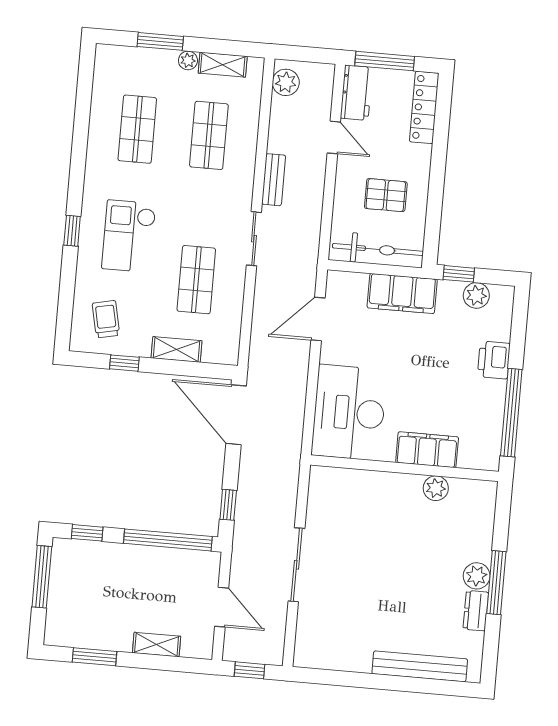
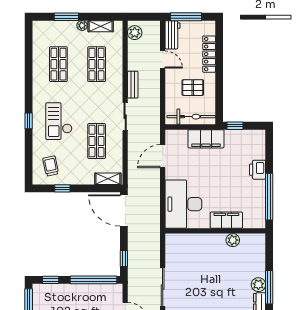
locker: (424, 107) -> (209, 54), moved
plant: (476, 295) -> (245, 136), removed
shelving: (177, 349) -> (108, 179), moved

